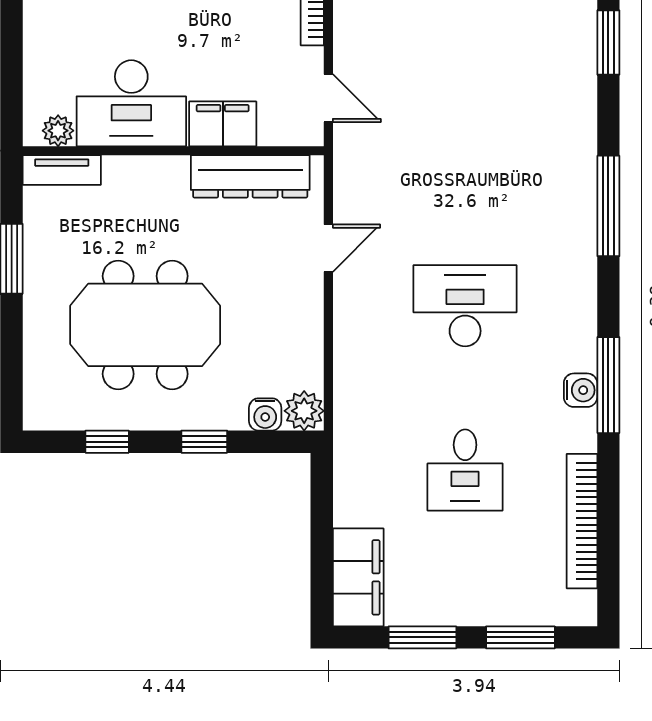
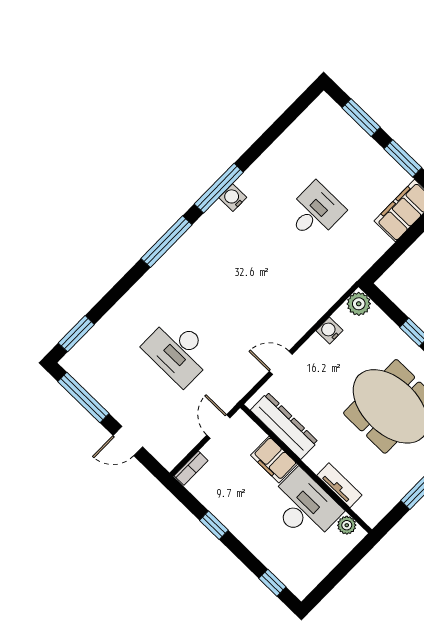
tv unit: (62, 170) -> (339, 485), moved
window: (608, 206) -> (167, 242), moved
desk: (465, 306) -> (178, 351), moved
water cooler: (265, 414) -> (329, 331), moved, turned -90
bookcase: (582, 521) -> (287, 141), removed

